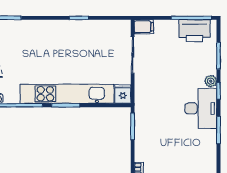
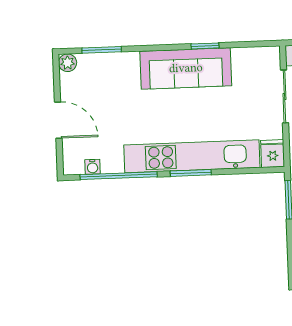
sofa: (65, 33) -> (186, 68), added

